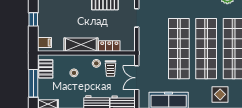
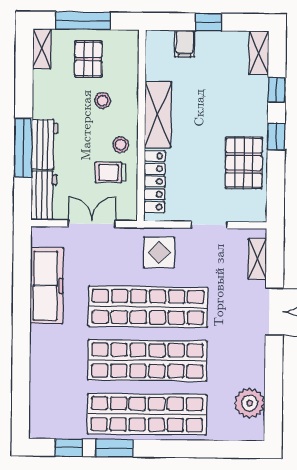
filing cabinet: (44, 43) -> (185, 44), moved
locker: (109, 46) -> (155, 182), width x1.53
pallet: (46, 69) -> (88, 59), moved, turned 90
display table: (220, 94) -> (159, 252), moved

